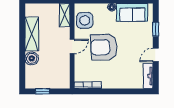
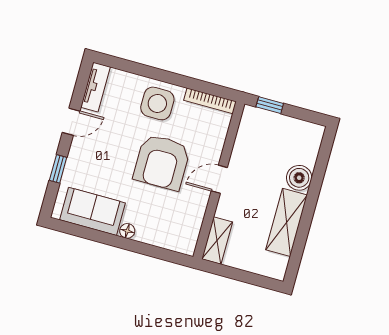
side table: (85, 20) -> (157, 103), moved
armchair: (104, 47) -> (162, 162), turned 92
window: (42, 91) -> (270, 105), moved

